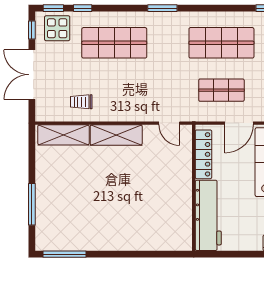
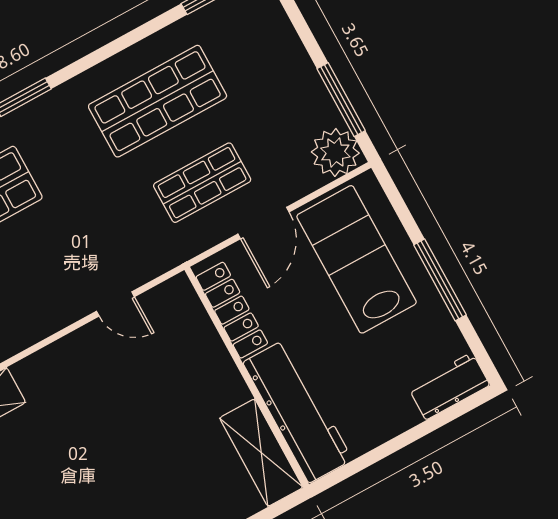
door: (169, 123) -> (115, 304), moved
shelving: (116, 135) -> (261, 453), moved, turned 90

